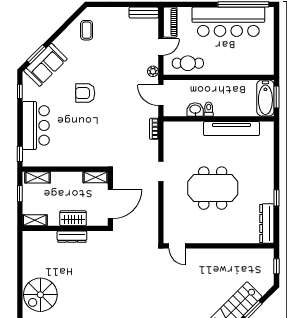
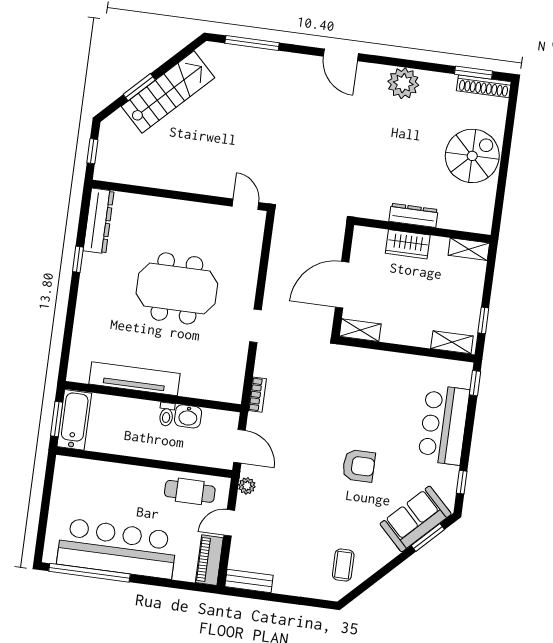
wardrobe: (73, 218) -> (408, 244), moved
shelving: (35, 220) -> (469, 249), moved
wall: (65, 228) -> (422, 230), moved
dresser: (72, 237) -> (413, 215), moved

